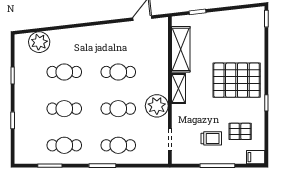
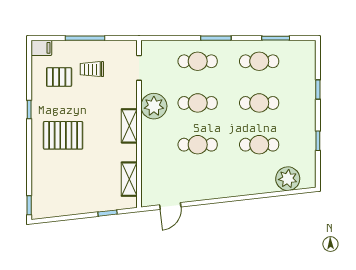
shelving: (181, 49) -> (129, 179), width x0.67, depth x0.75
pallet: (237, 80) -> (63, 135), width x0.73, depth x0.71

